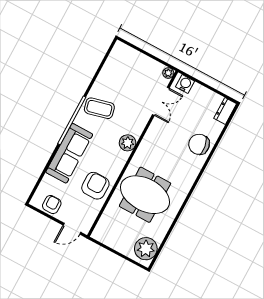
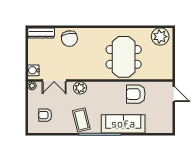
double door: (161, 101) -> (54, 80), swing flipped
dresser: (225, 111) -> (41, 33), width x1.44
plant: (128, 143) -> (80, 88), moved
armchair: (52, 205) -> (45, 115), moved

